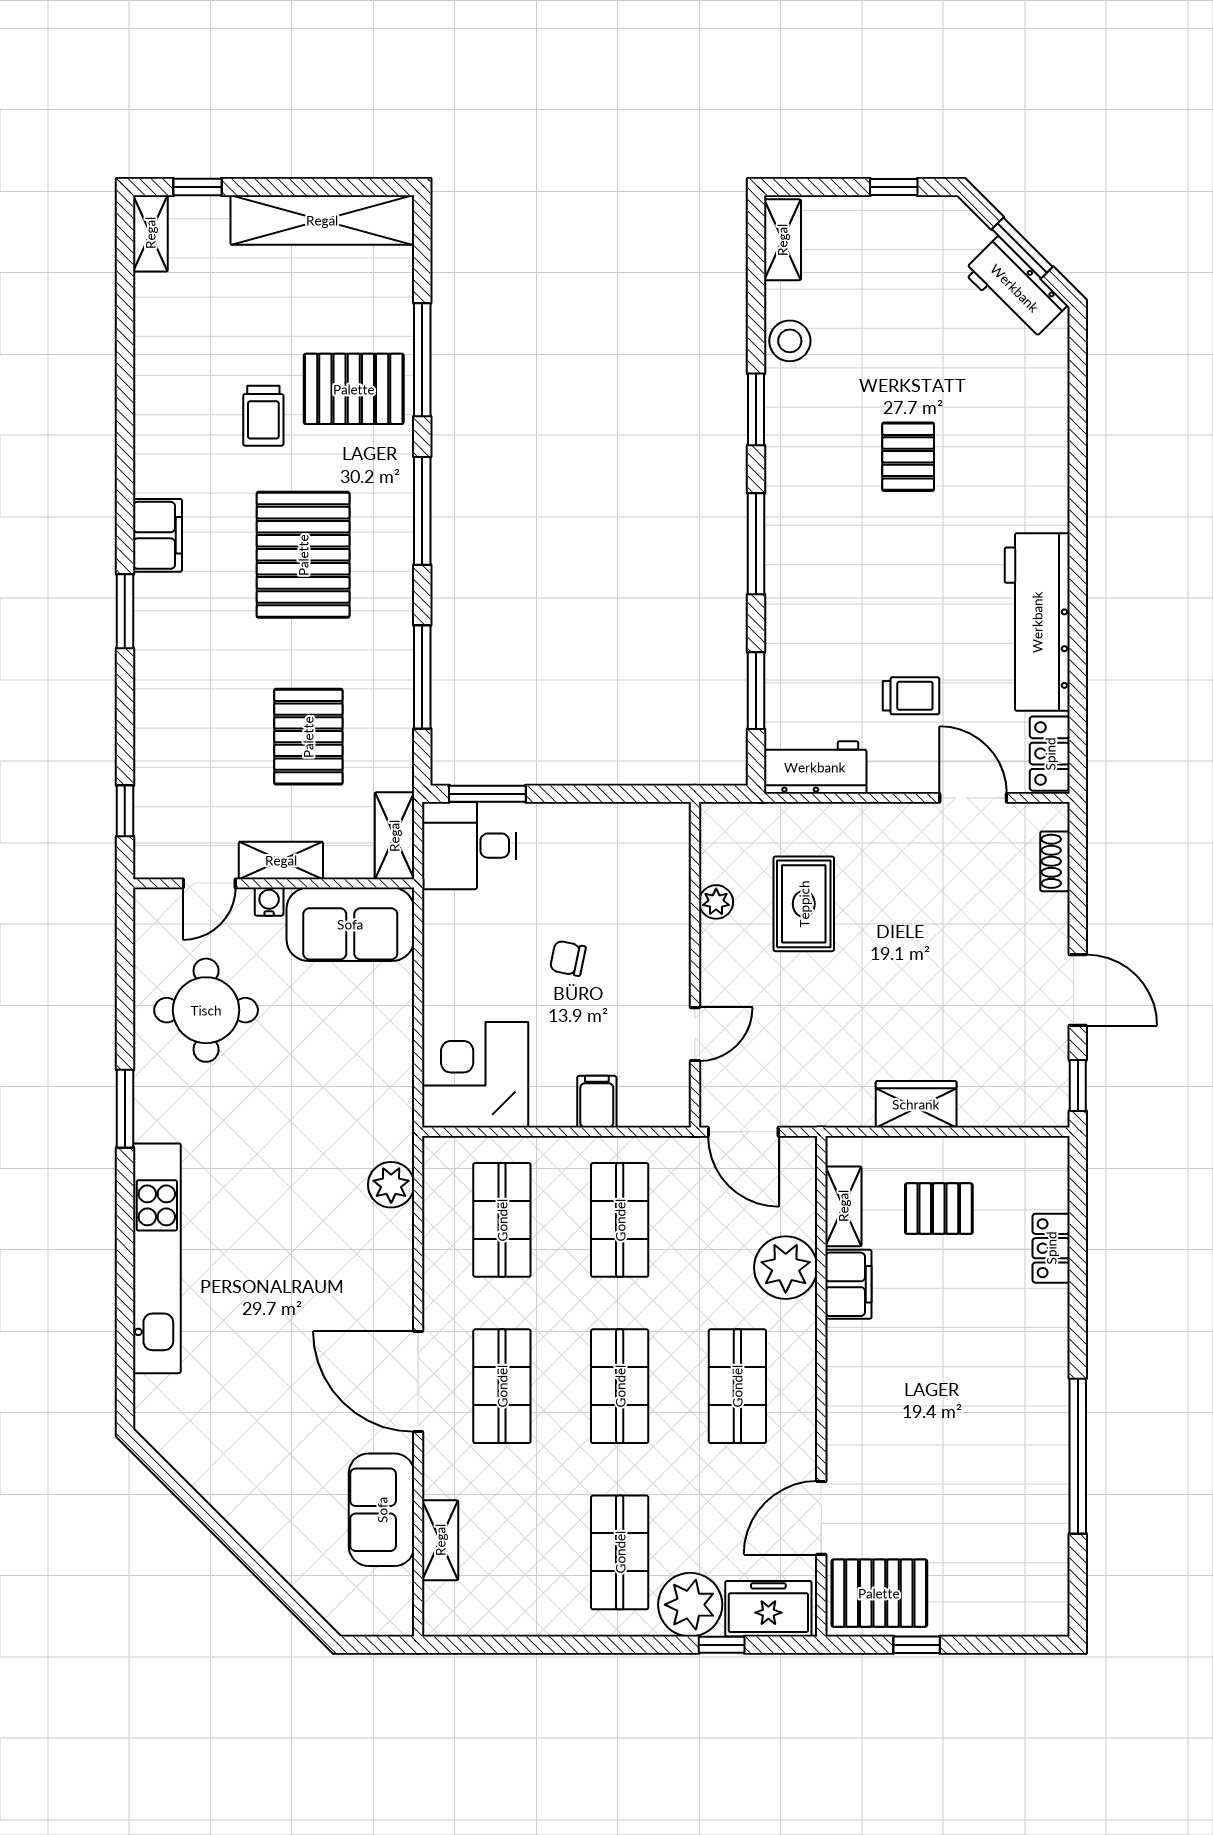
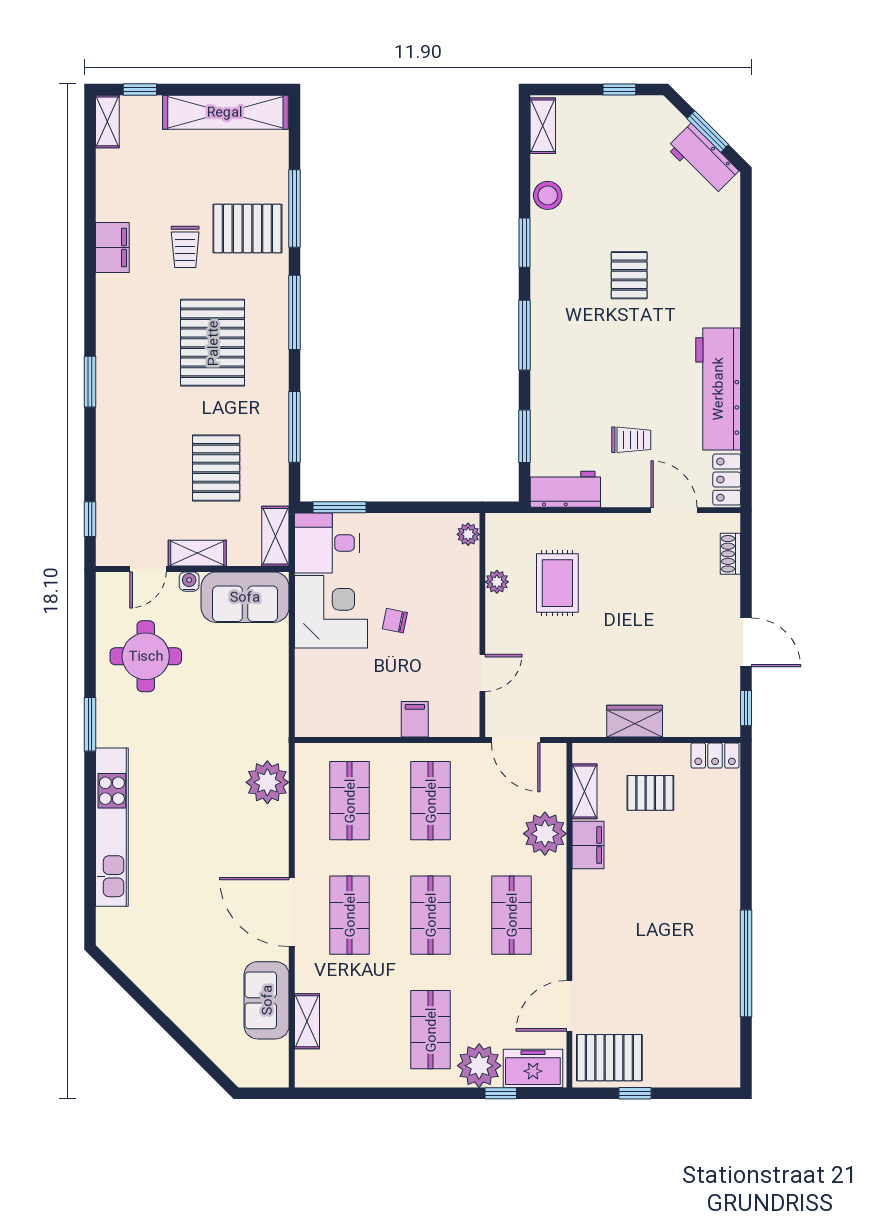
filing cabinet: (157, 535) -> (112, 248), moved
plant: (674, 833) -> (468, 534), added
corner desk: (475, 1075) -> (331, 612), moved, turned 90
plant: (391, 1185) -> (267, 782), width x1.36, depth x1.36
locker: (1051, 1248) -> (715, 756), moved, turned -90

